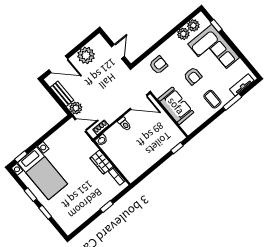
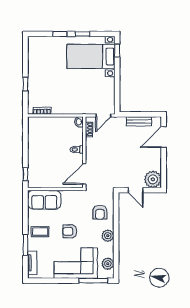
window: (216, 26) -> (93, 281), width x2.17
plant: (183, 34) -> (108, 236), moved
plant: (86, 55) -> (153, 179), moved
sofa: (176, 106) -> (44, 200), moved
plant: (76, 108) -> (119, 123), removed
wardrobe: (102, 162) -> (62, 108), removed

